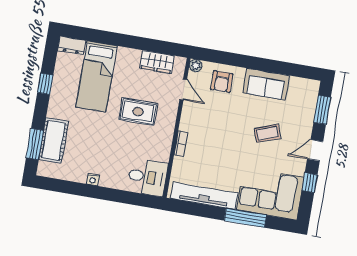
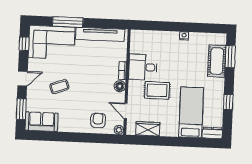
sofa: (266, 84) -> (42, 122), moved
floor lamp: (187, 124) -> (120, 86), added
desk: (147, 177) -> (143, 67), moved
window: (310, 183) -> (24, 44), moved

